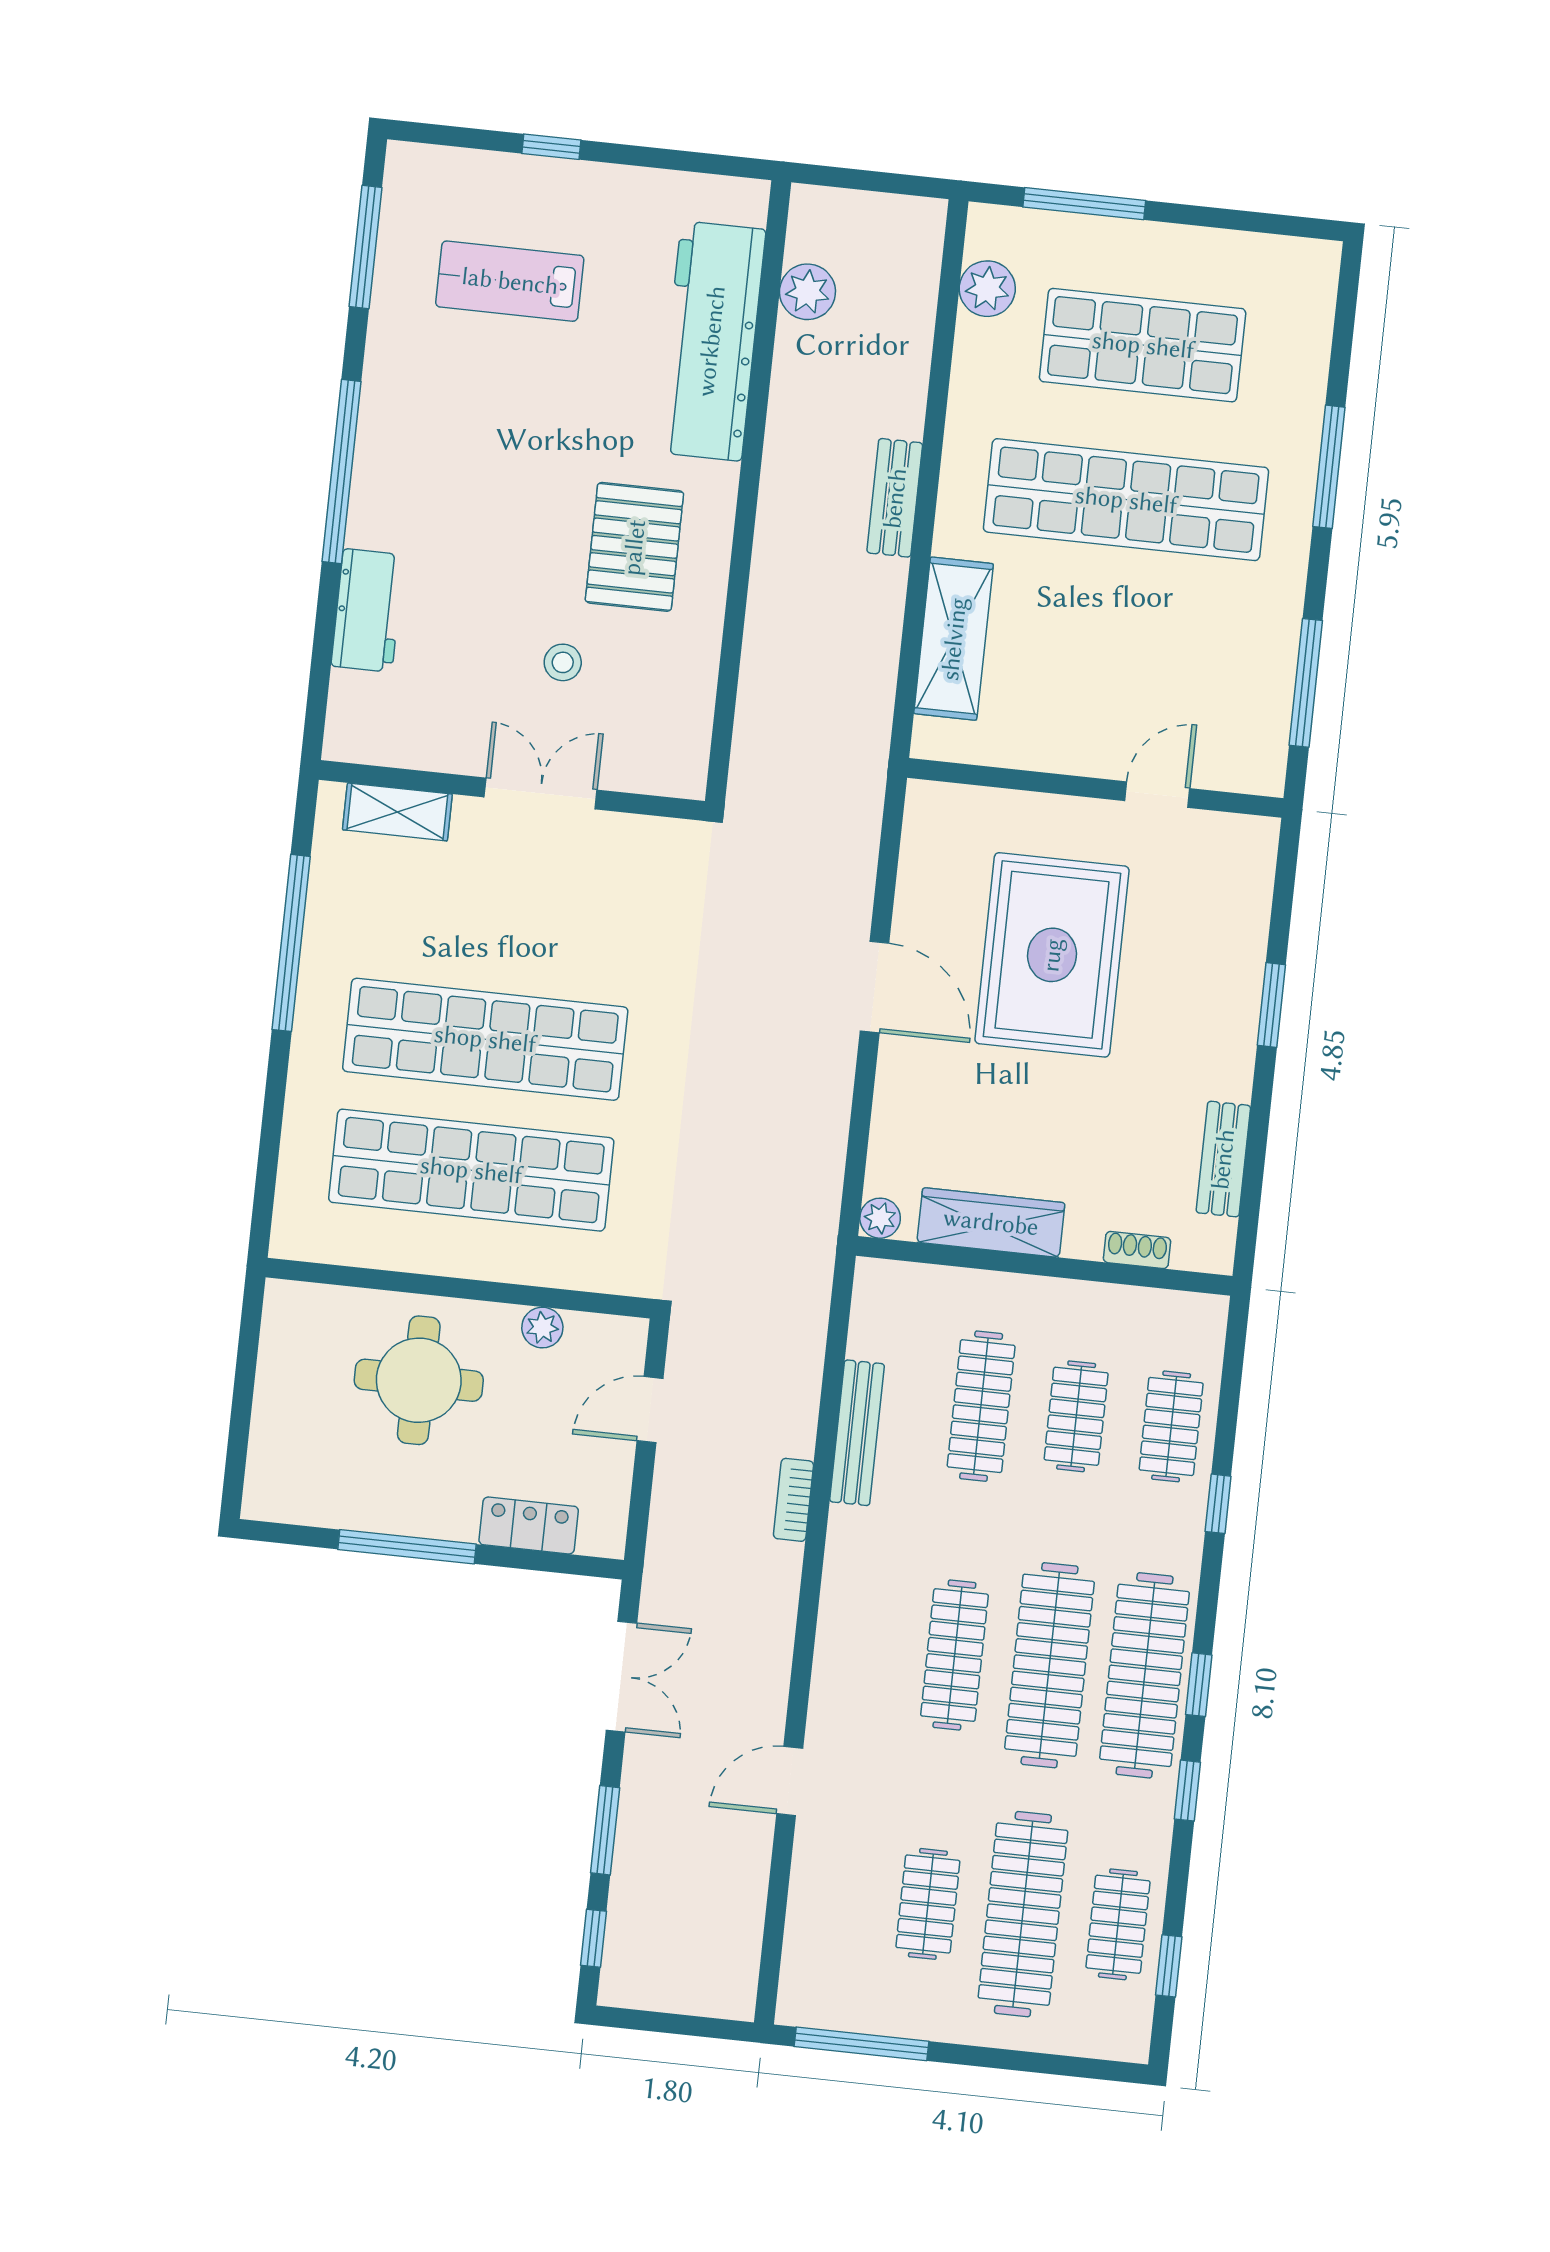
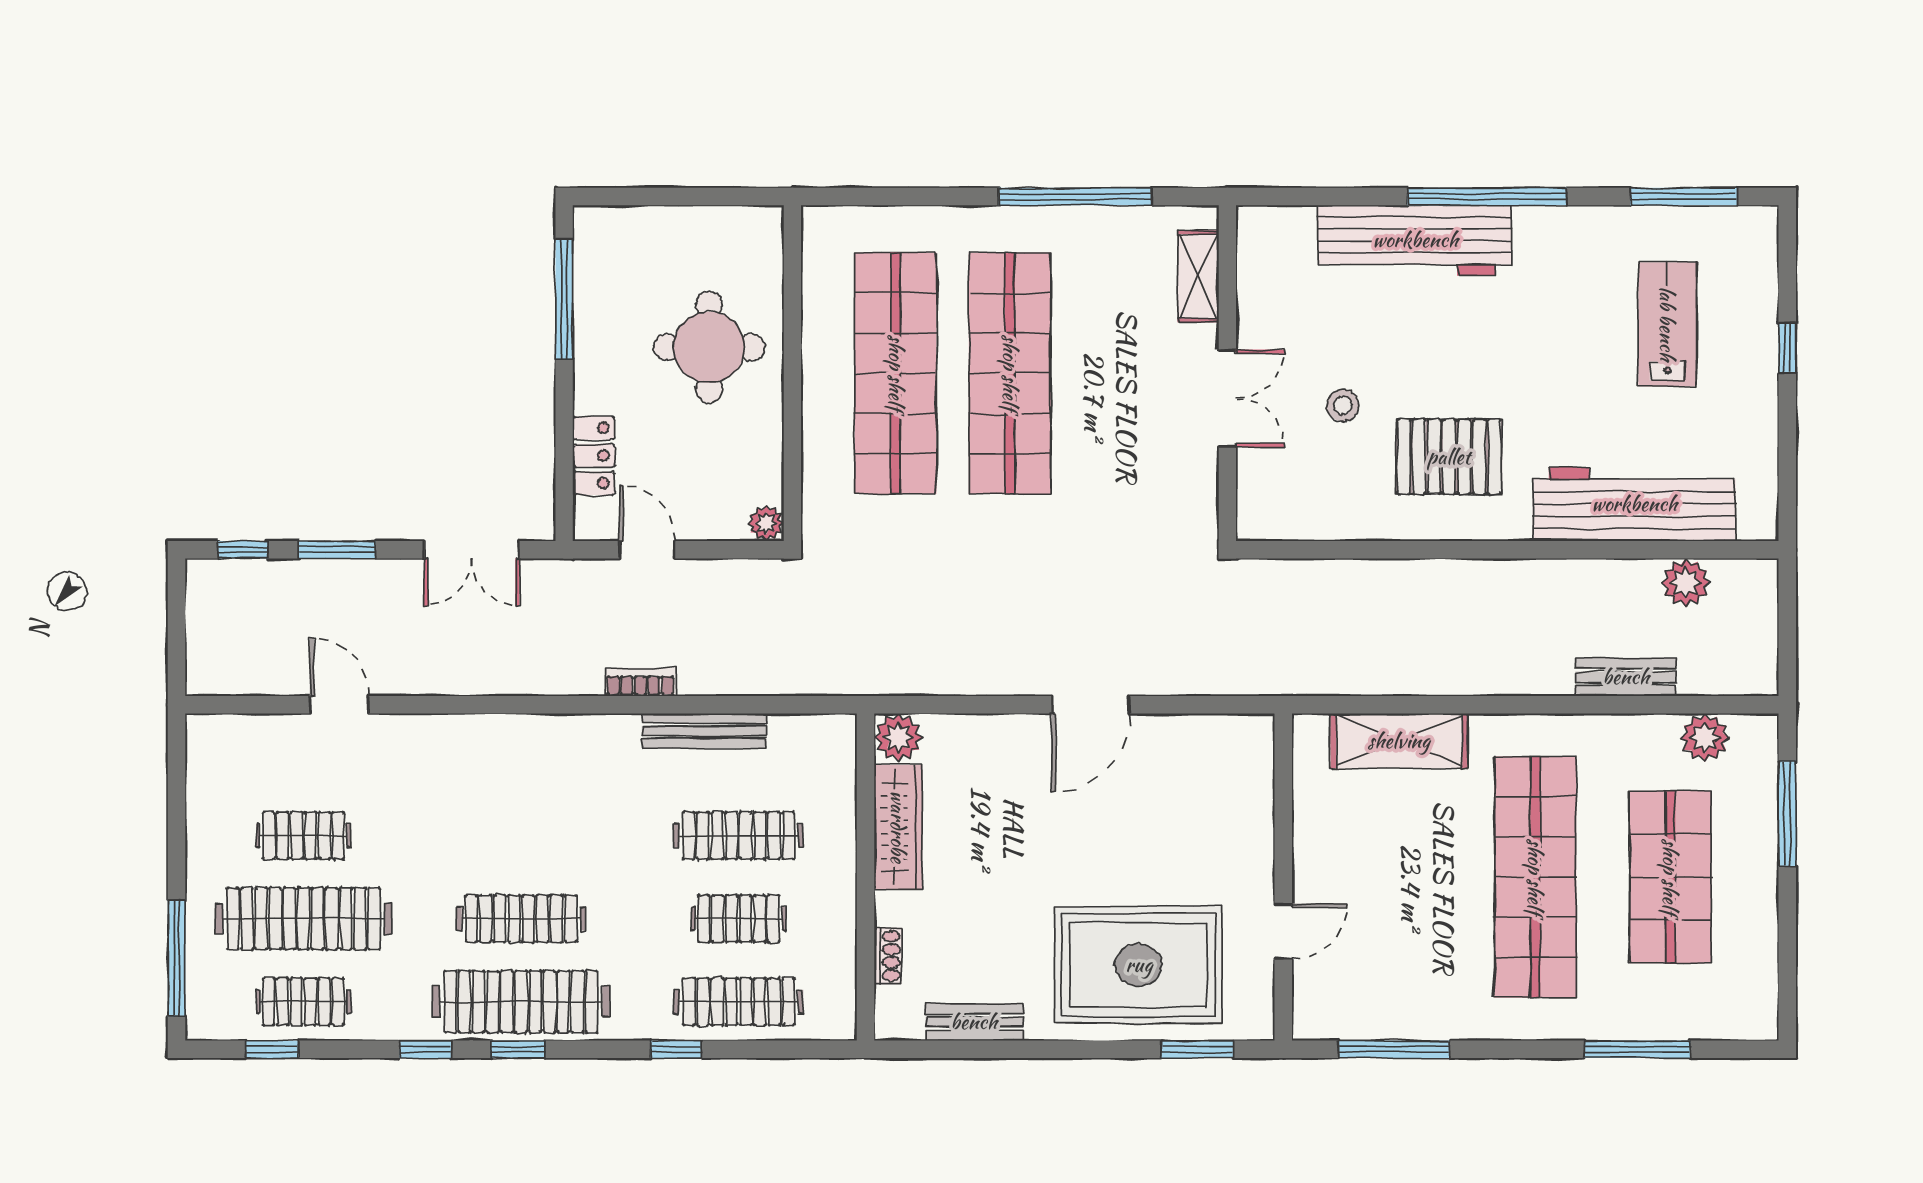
window: (1329, 467) -> (1637, 1049), moved
bench: (895, 498) -> (1626, 677), moved
workbench: (368, 610) -> (1415, 240), width x1.88, depth x1.32
door: (1157, 795) -> (1283, 931), hinge flipped
rug: (1052, 955) -> (1139, 965), moved
window: (1271, 1005) -> (1198, 1049), moved
plant: (880, 1218) -> (898, 737), width x1.38, depth x1.38
plant: (542, 1328) -> (766, 523), moved
door: (650, 1410) -> (647, 550), moved
clothes rail: (1171, 1426) -> (739, 1002), width x1.36
window: (407, 1547) -> (564, 299), moved
clothes rail: (954, 1655) -> (521, 836), removed
clothes rail: (1050, 1665) -> (521, 919), width x0.73, depth x0.76
door: (790, 1781) -> (339, 705), moved
window: (862, 2044) -> (177, 958), moved

